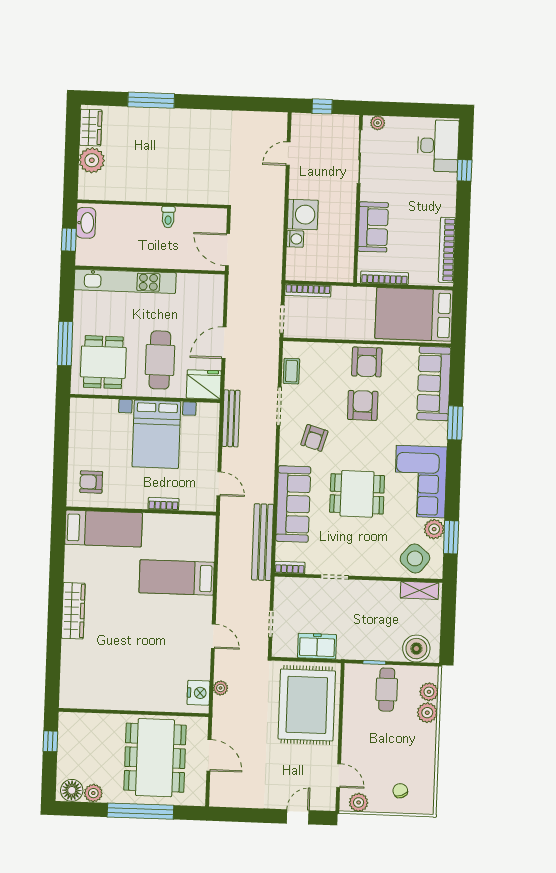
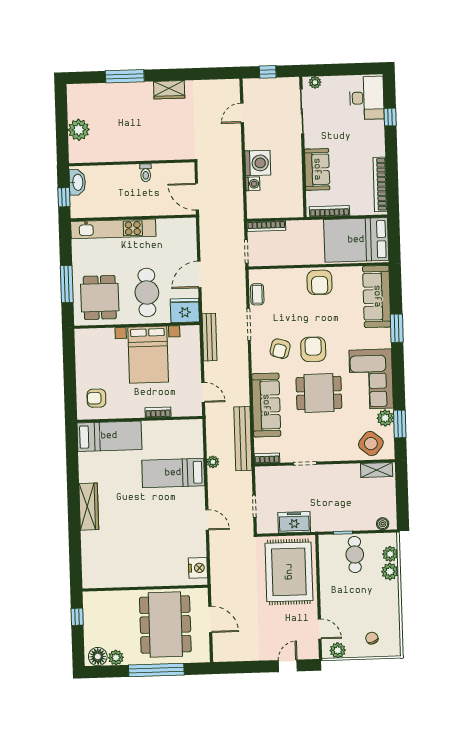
wardrobe: (91, 128) -> (169, 90), moved, turned 90
armchair: (363, 405) -> (313, 349), moved
boiler: (416, 649) -> (383, 524), width x0.54, depth x0.54
plant: (221, 688) -> (213, 462), moved

